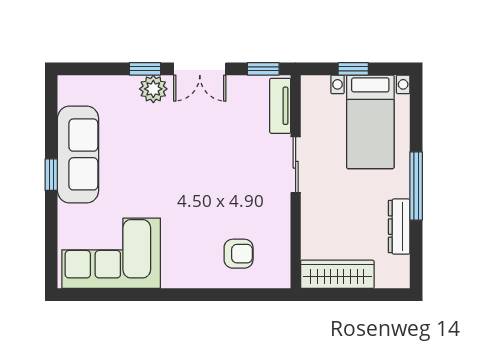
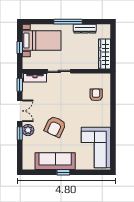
armchair: (162, 155) -> (55, 127), added

